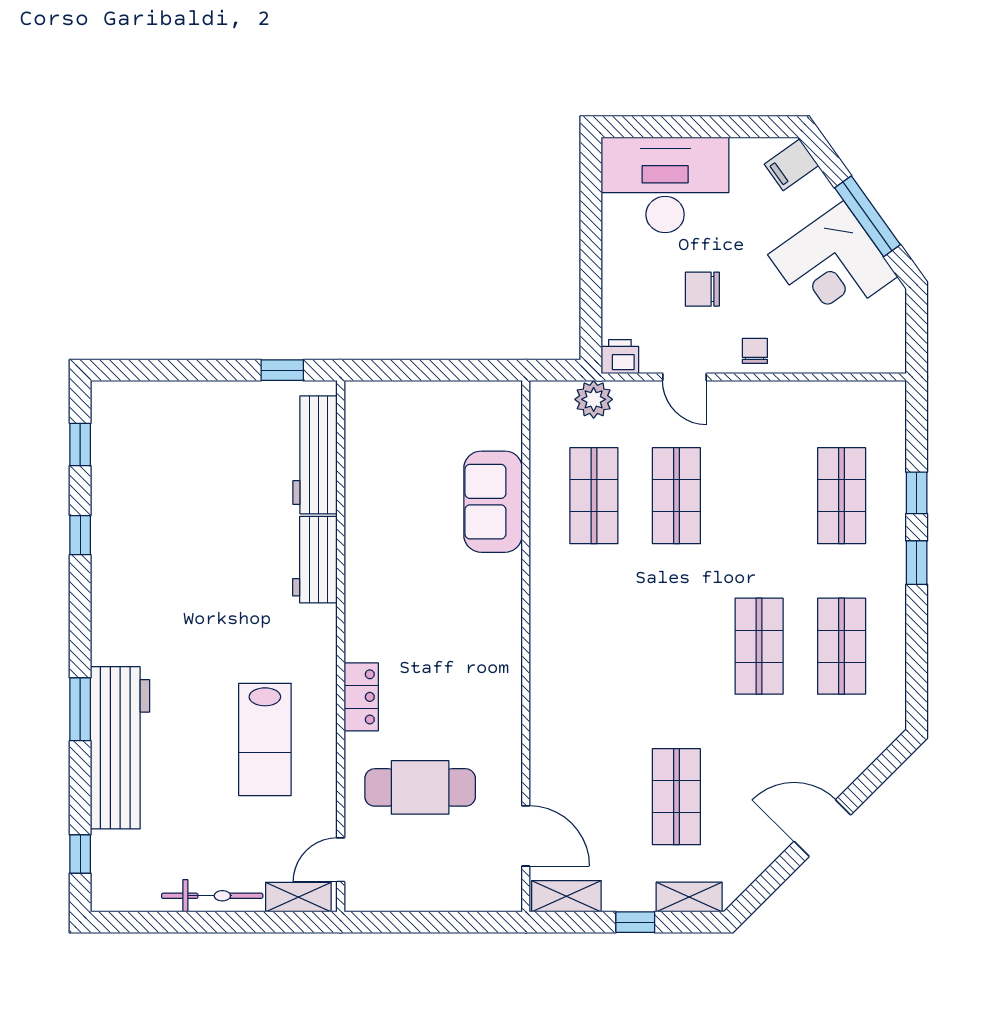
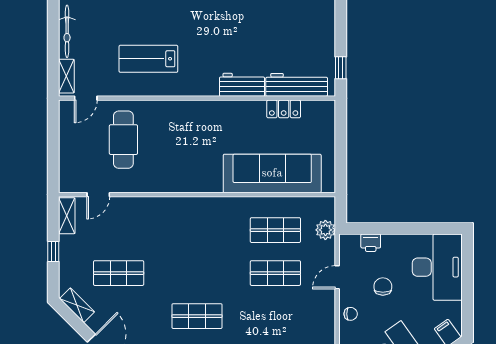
printer: (620, 357) -> (371, 243), moved, turned 90
sofa: (493, 502) -> (272, 173), width x1.85, depth x1.27
locker: (361, 697) -> (284, 109), moved
door: (526, 836) -> (98, 195), width x0.73
door: (341, 860) -> (86, 98), swing flipped
shelving: (689, 897) -> (77, 305), moved, turned -45

